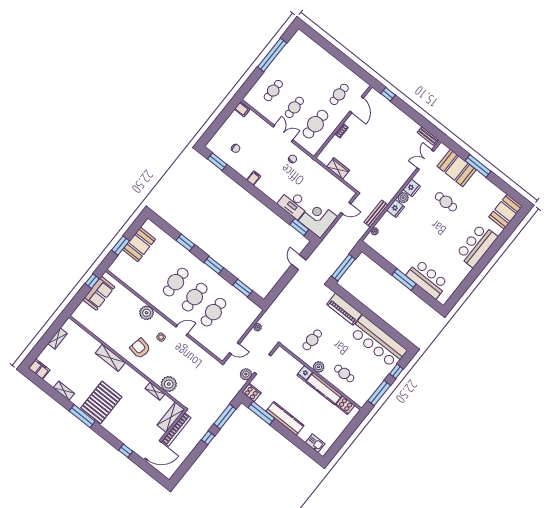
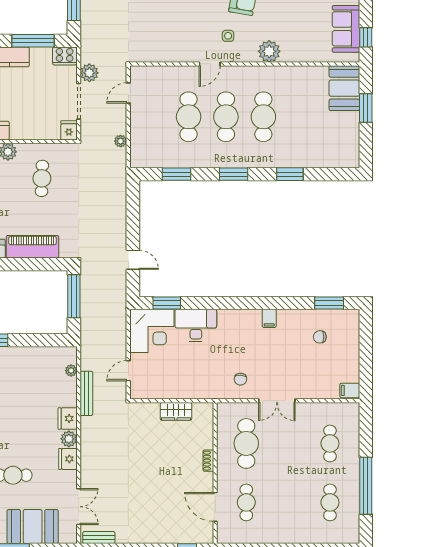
cafe table: (294, 107) -> (330, 502), moved
booth: (139, 244) -> (344, 88), moved
fridge: (305, 374) -> (69, 130), moved

